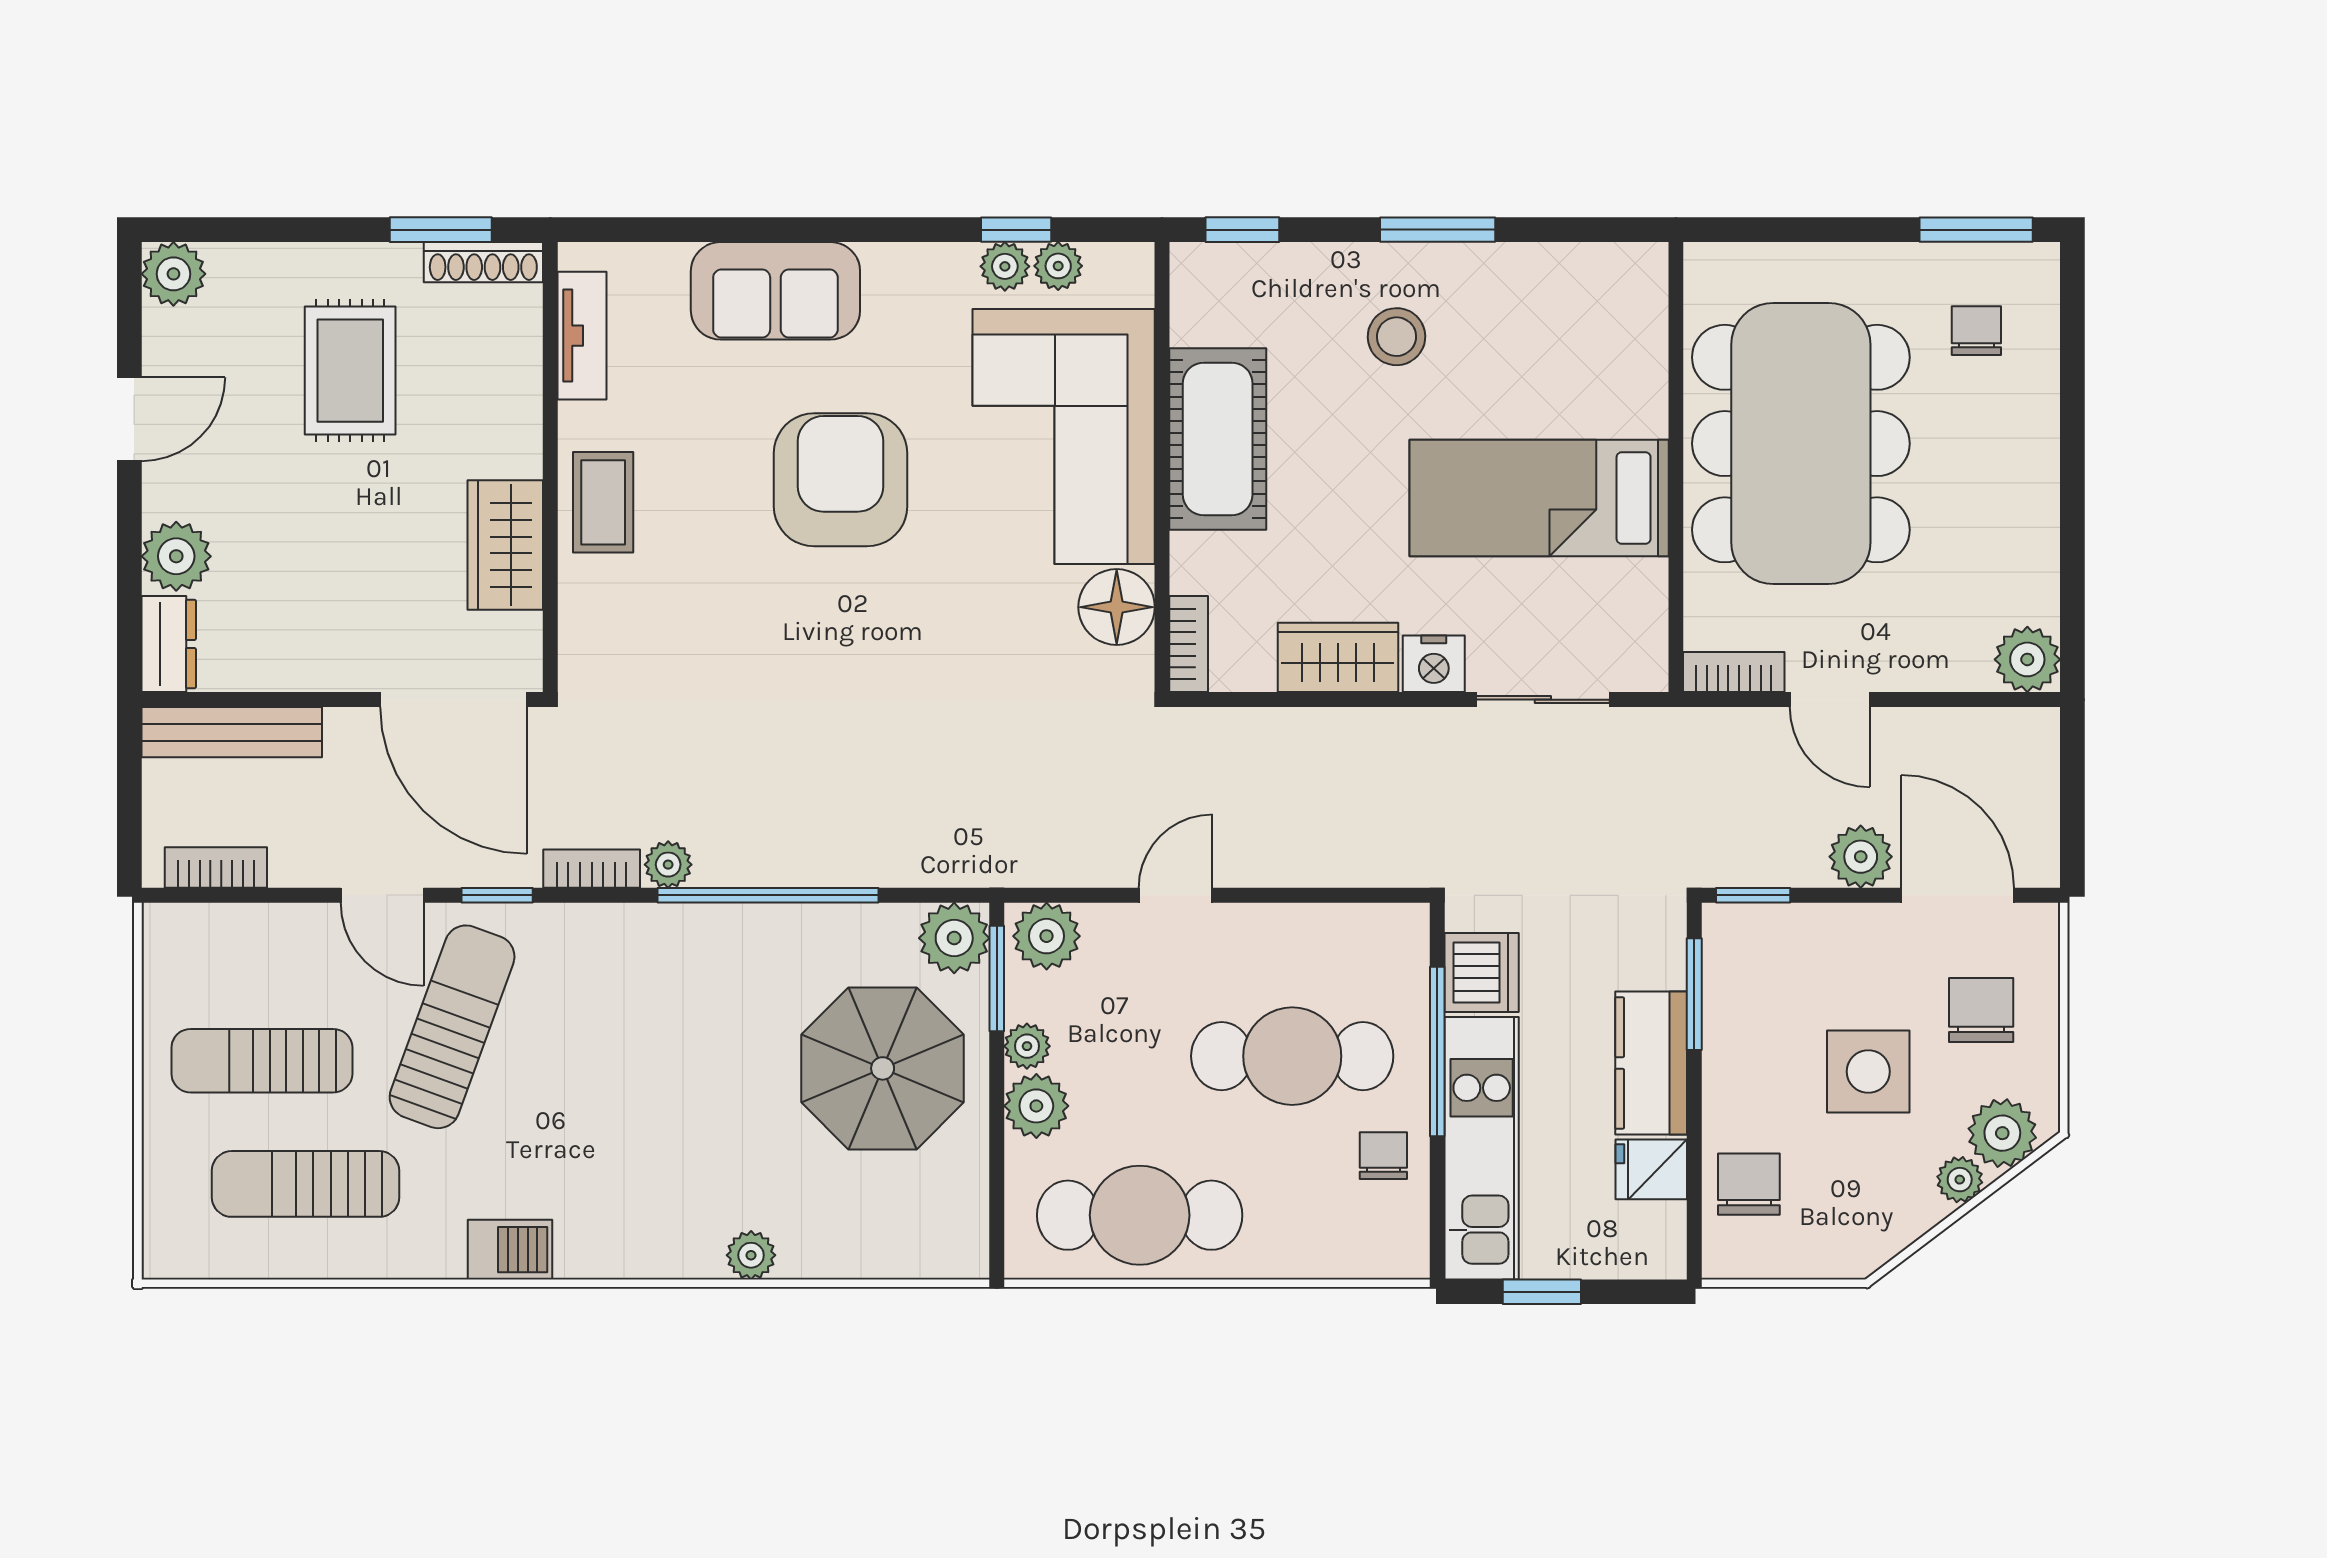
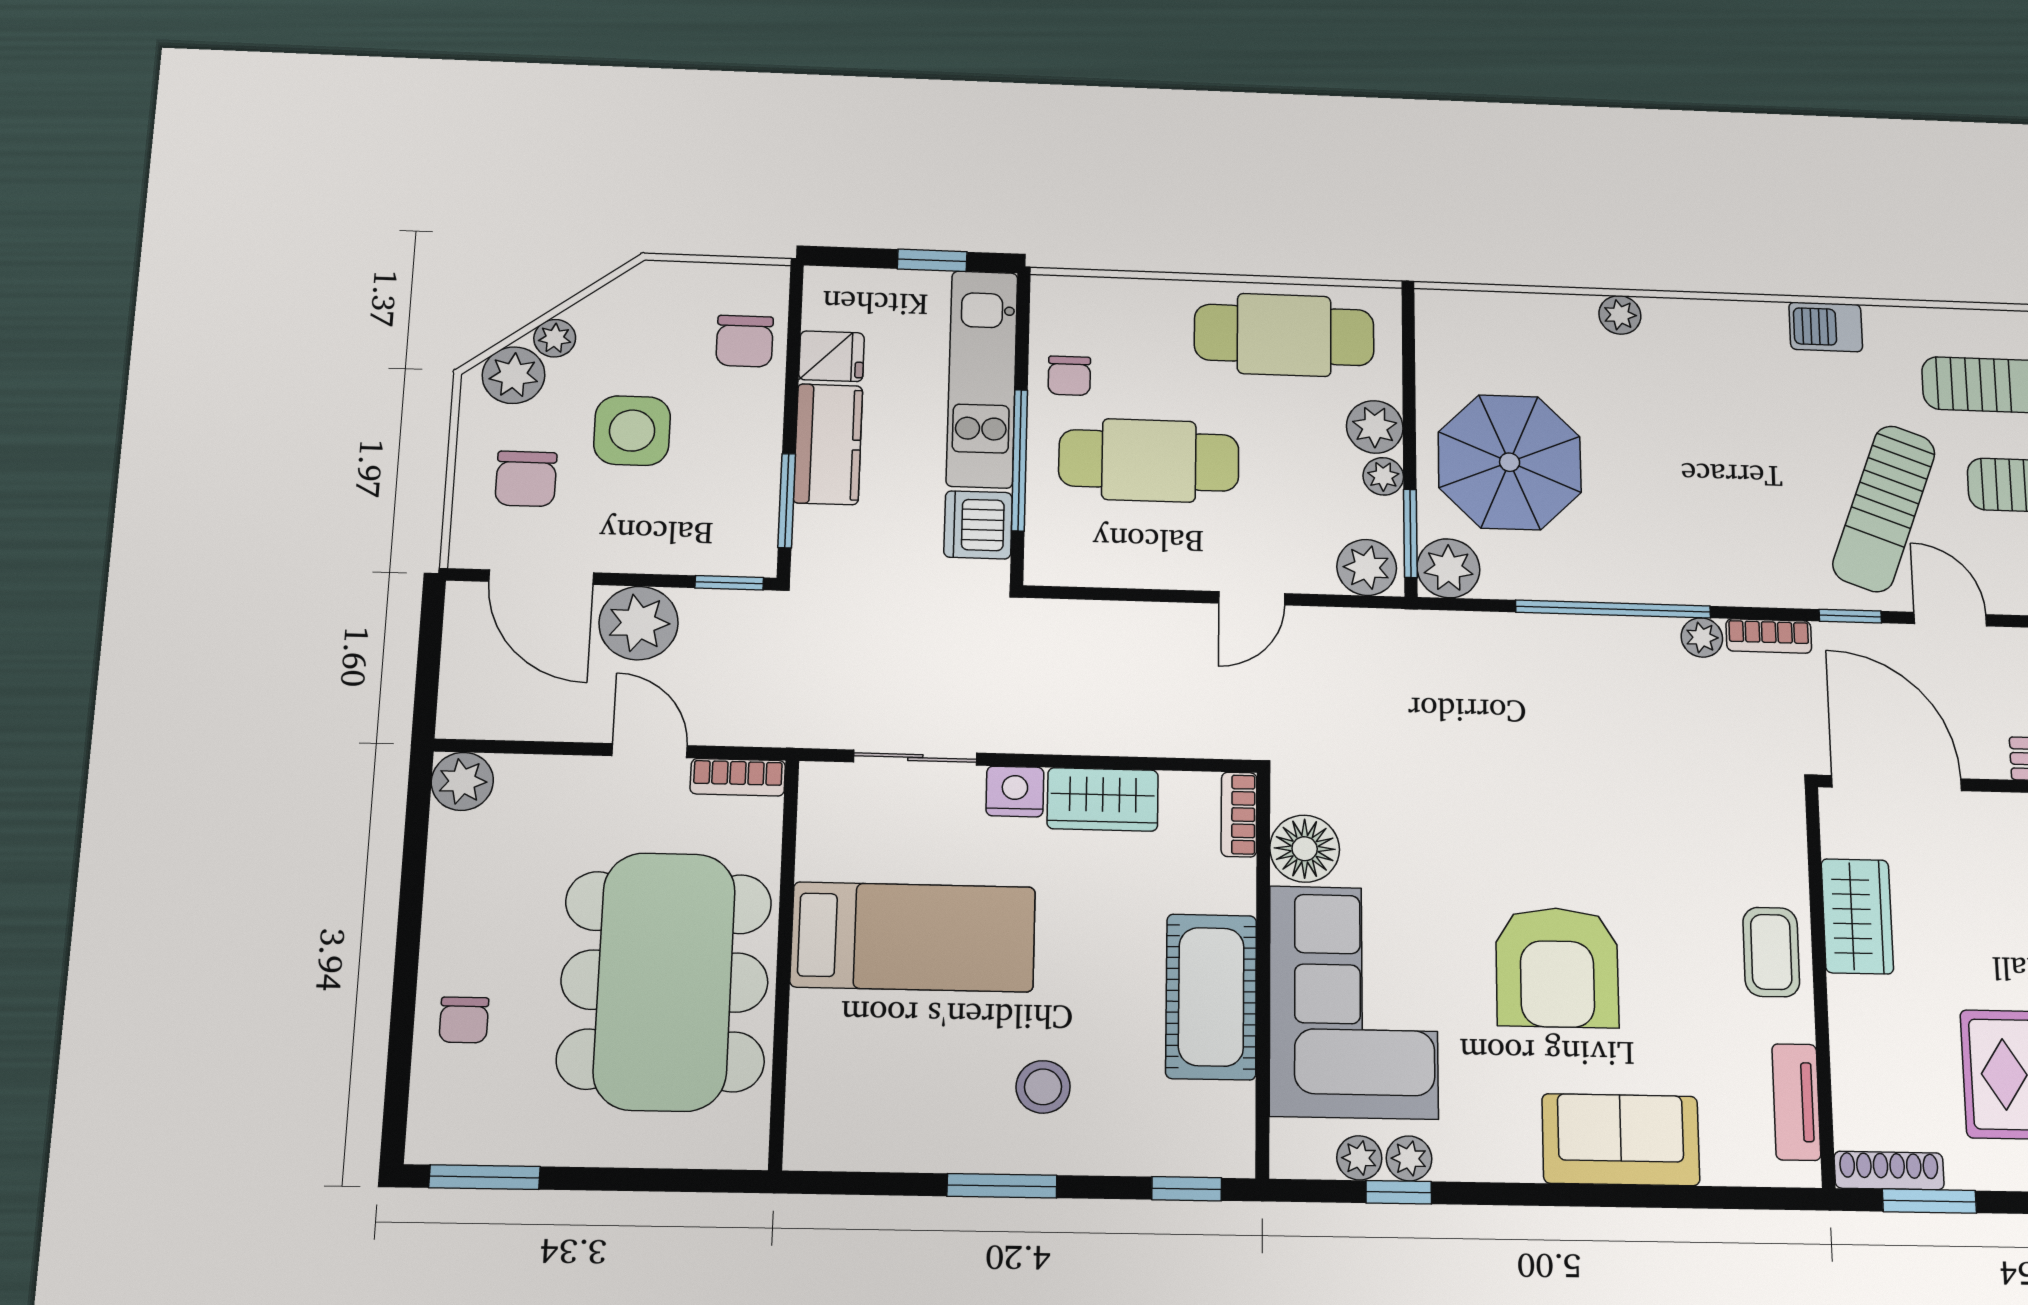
chair: (1976, 331) -> (464, 1020), moved
plant: (1861, 857) -> (639, 623), width x1.36, depth x1.36

